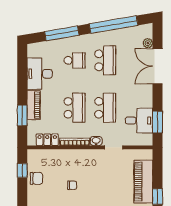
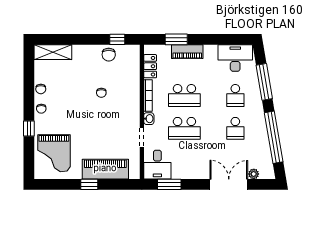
school desk: (105, 60) -> (235, 128), width x0.54
desk: (40, 74) -> (235, 58), moved
desk: (139, 121) -> (157, 165), moved

